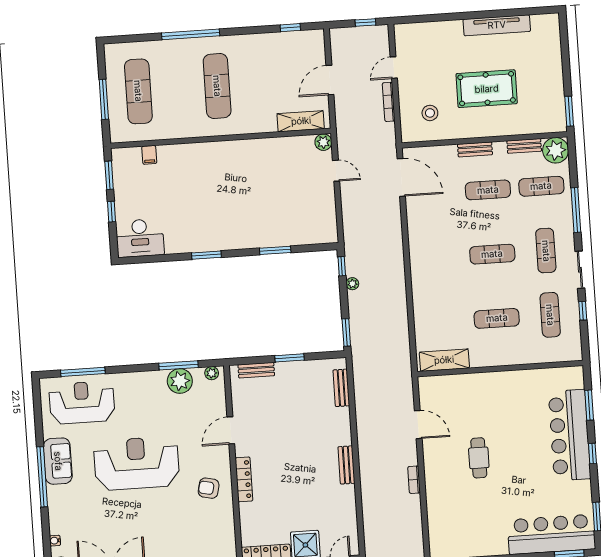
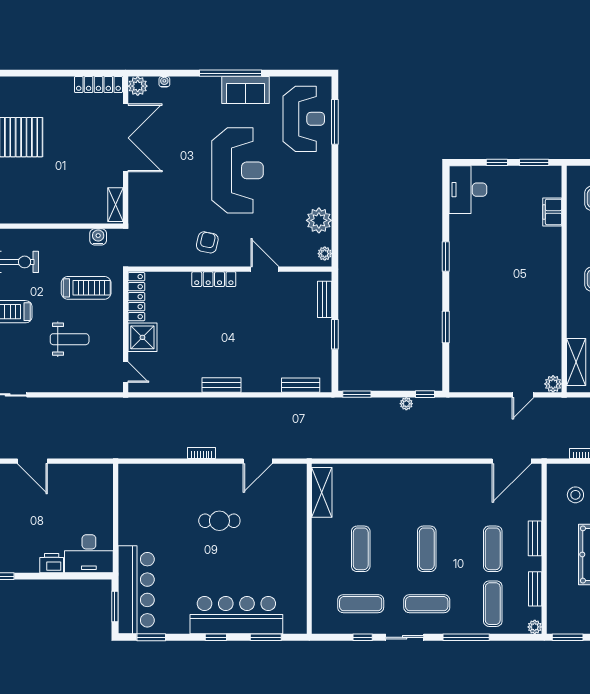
plant: (556, 150) -> (535, 627), width x0.53, depth x0.53
filing cabinet: (149, 155) -> (552, 212), width x2.00
window: (178, 365) -> (335, 220), removed

